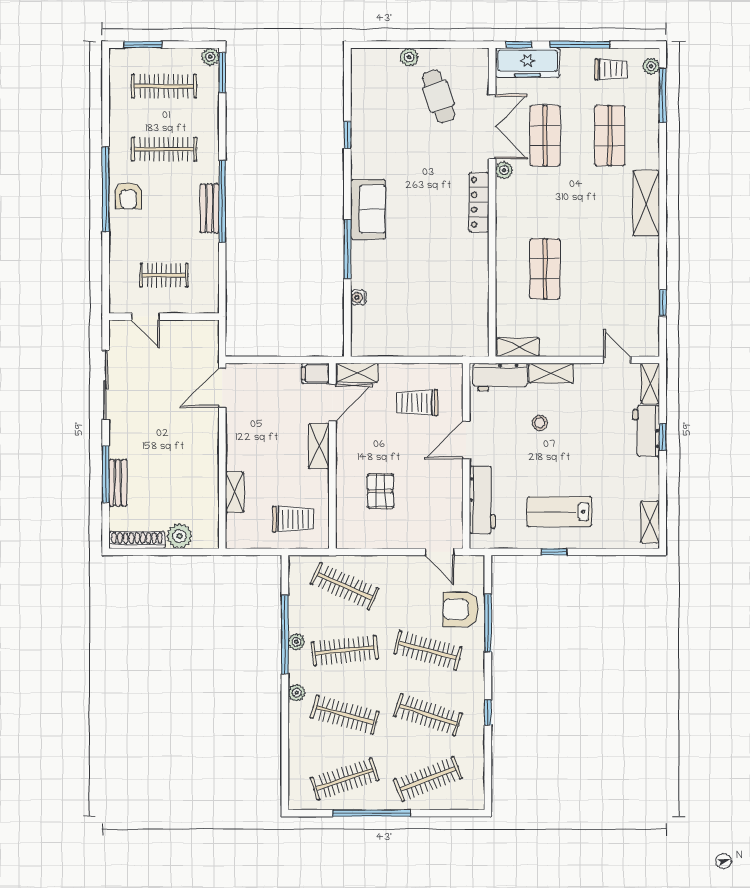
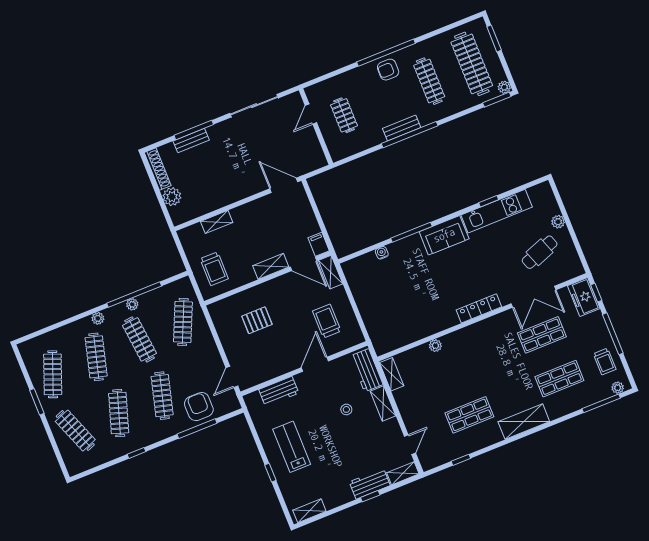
freezer: (527, 63) -> (584, 297), width x0.71
clothes rail: (164, 86) -> (472, 64), width x1.37, depth x1.31
kitchen unit: (364, 130) -> (497, 211), added
plant: (504, 170) -> (435, 346), moved
shop shelf: (545, 269) -> (469, 415), moved
door: (466, 440) -> (315, 364), hinge flipped
workbench: (482, 500) -> (279, 391), width x0.73
window: (554, 552) -> (270, 473), moved
clothes rail: (345, 779) -> (53, 374), turned 39
window: (372, 813) -> (37, 402), width x0.47

